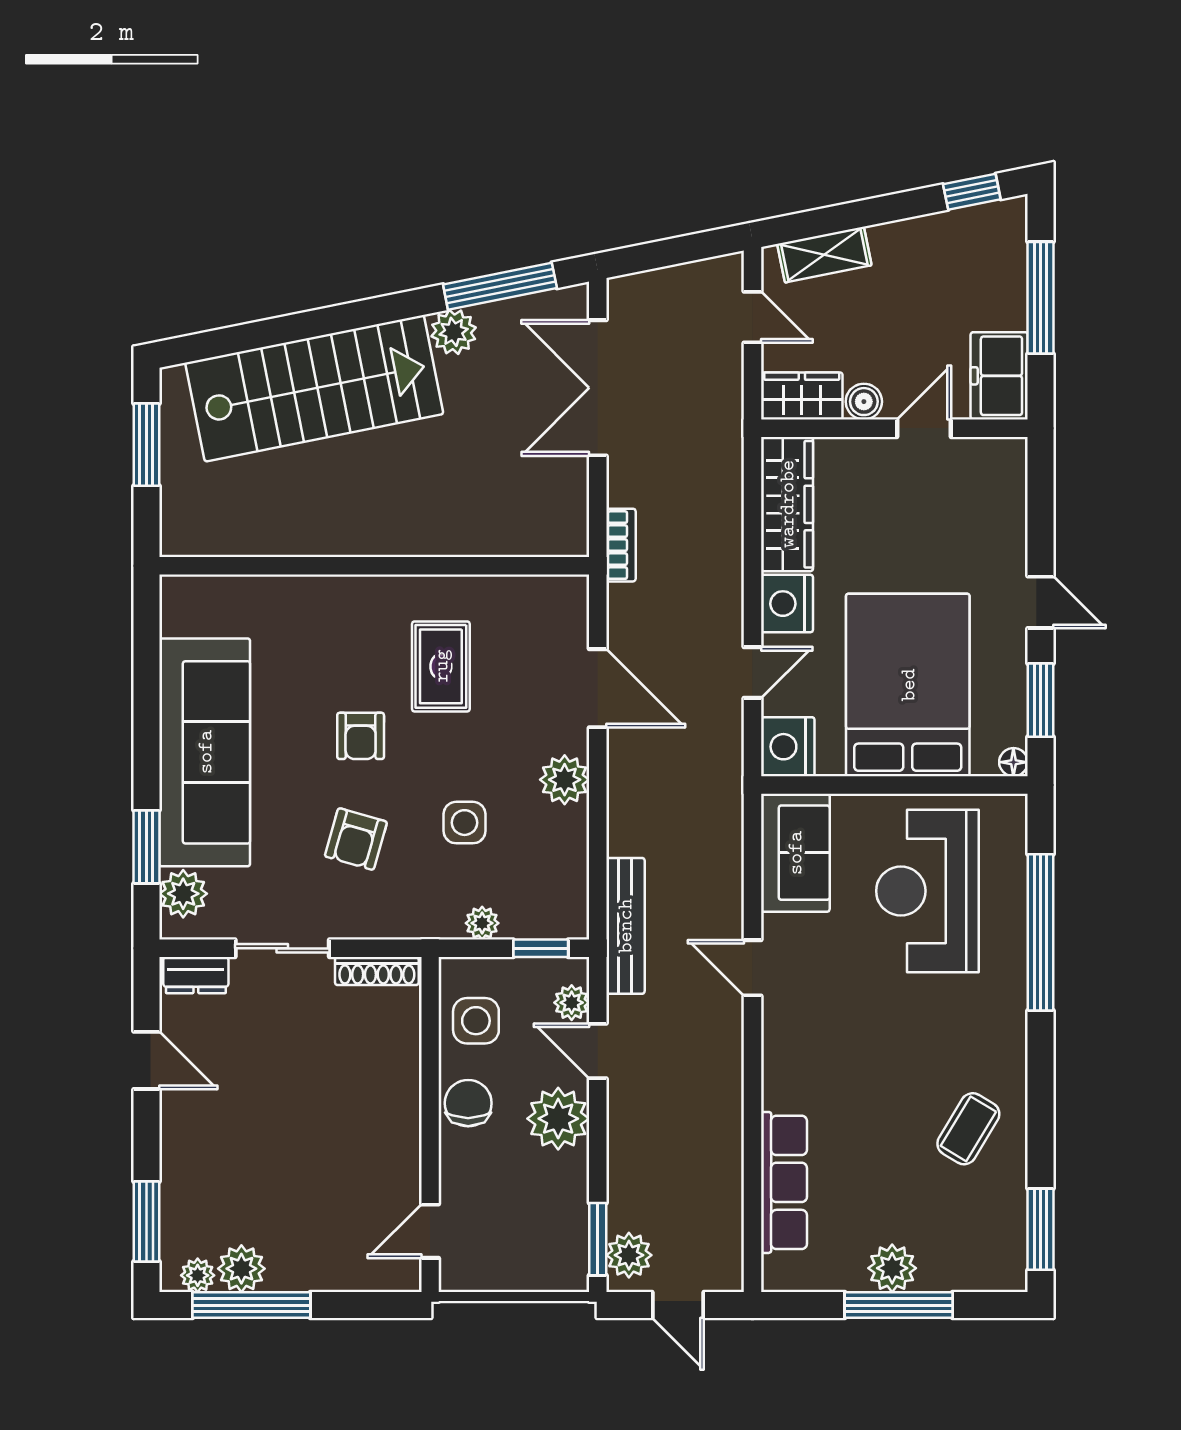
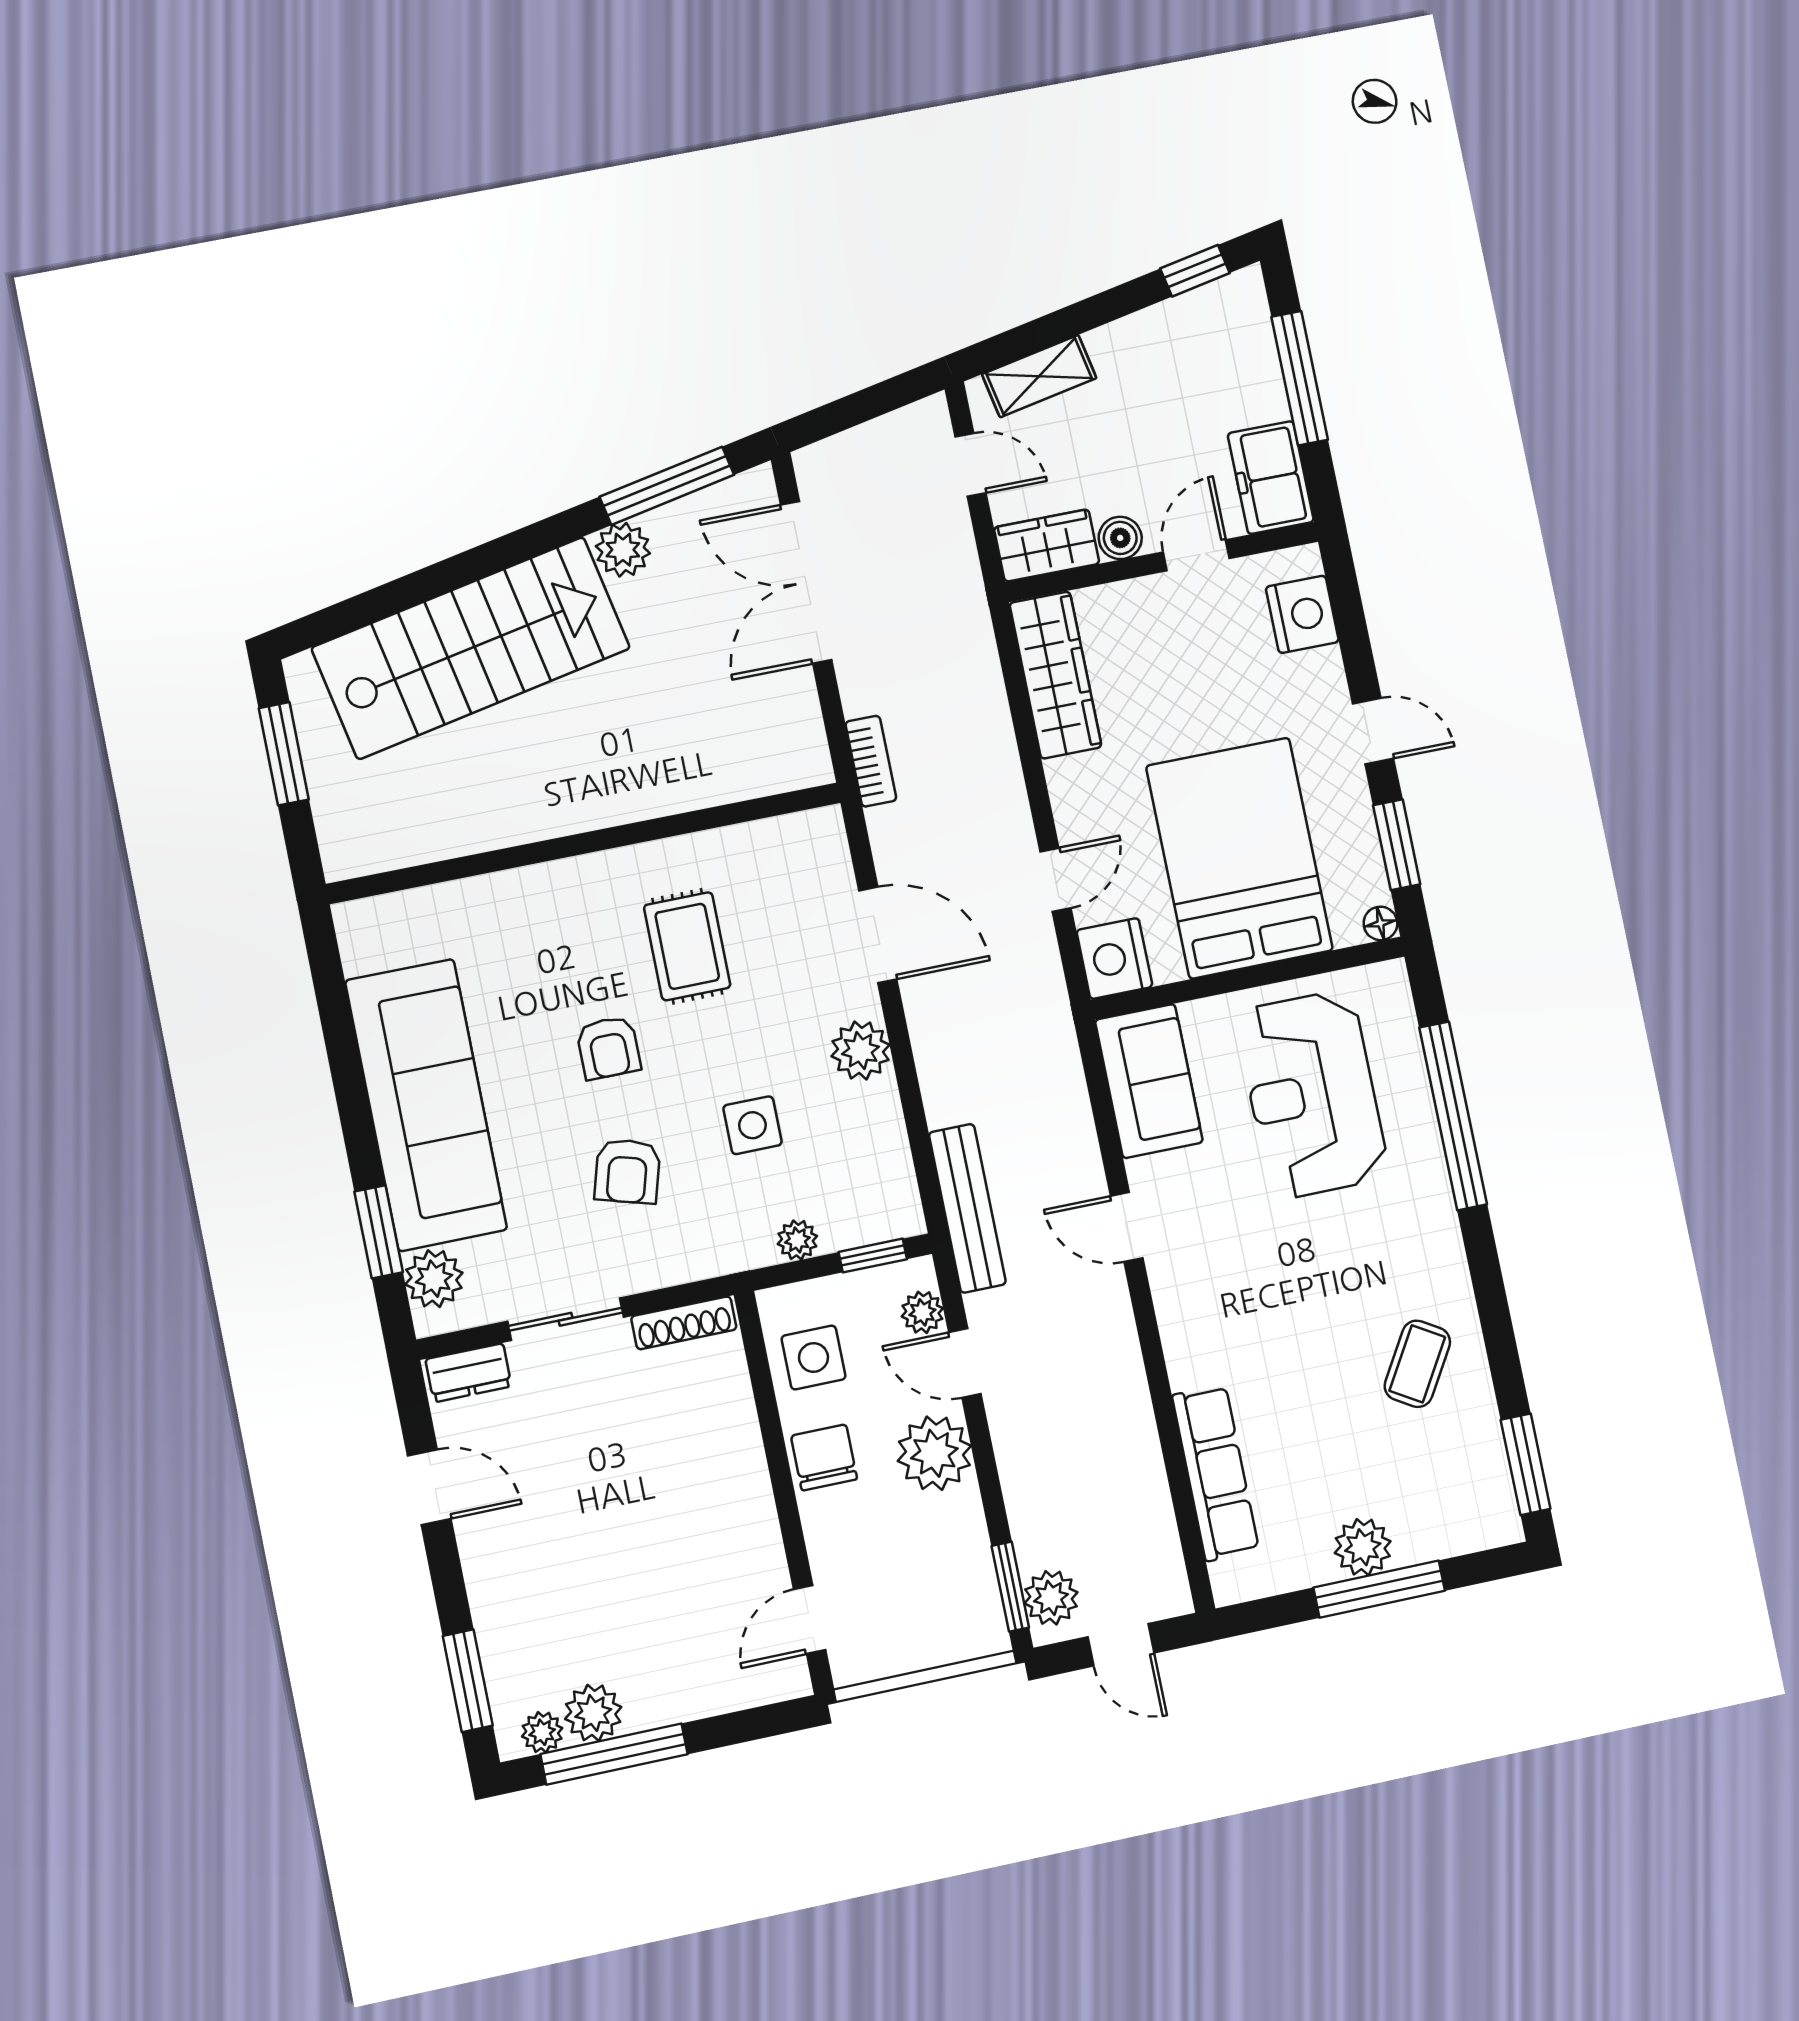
nightstand: (787, 604) -> (1302, 614), moved, turned 180

